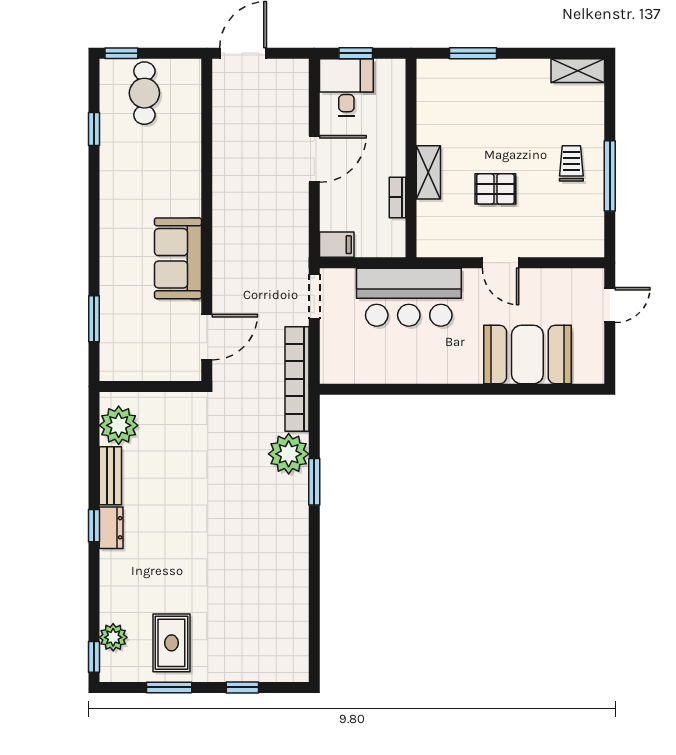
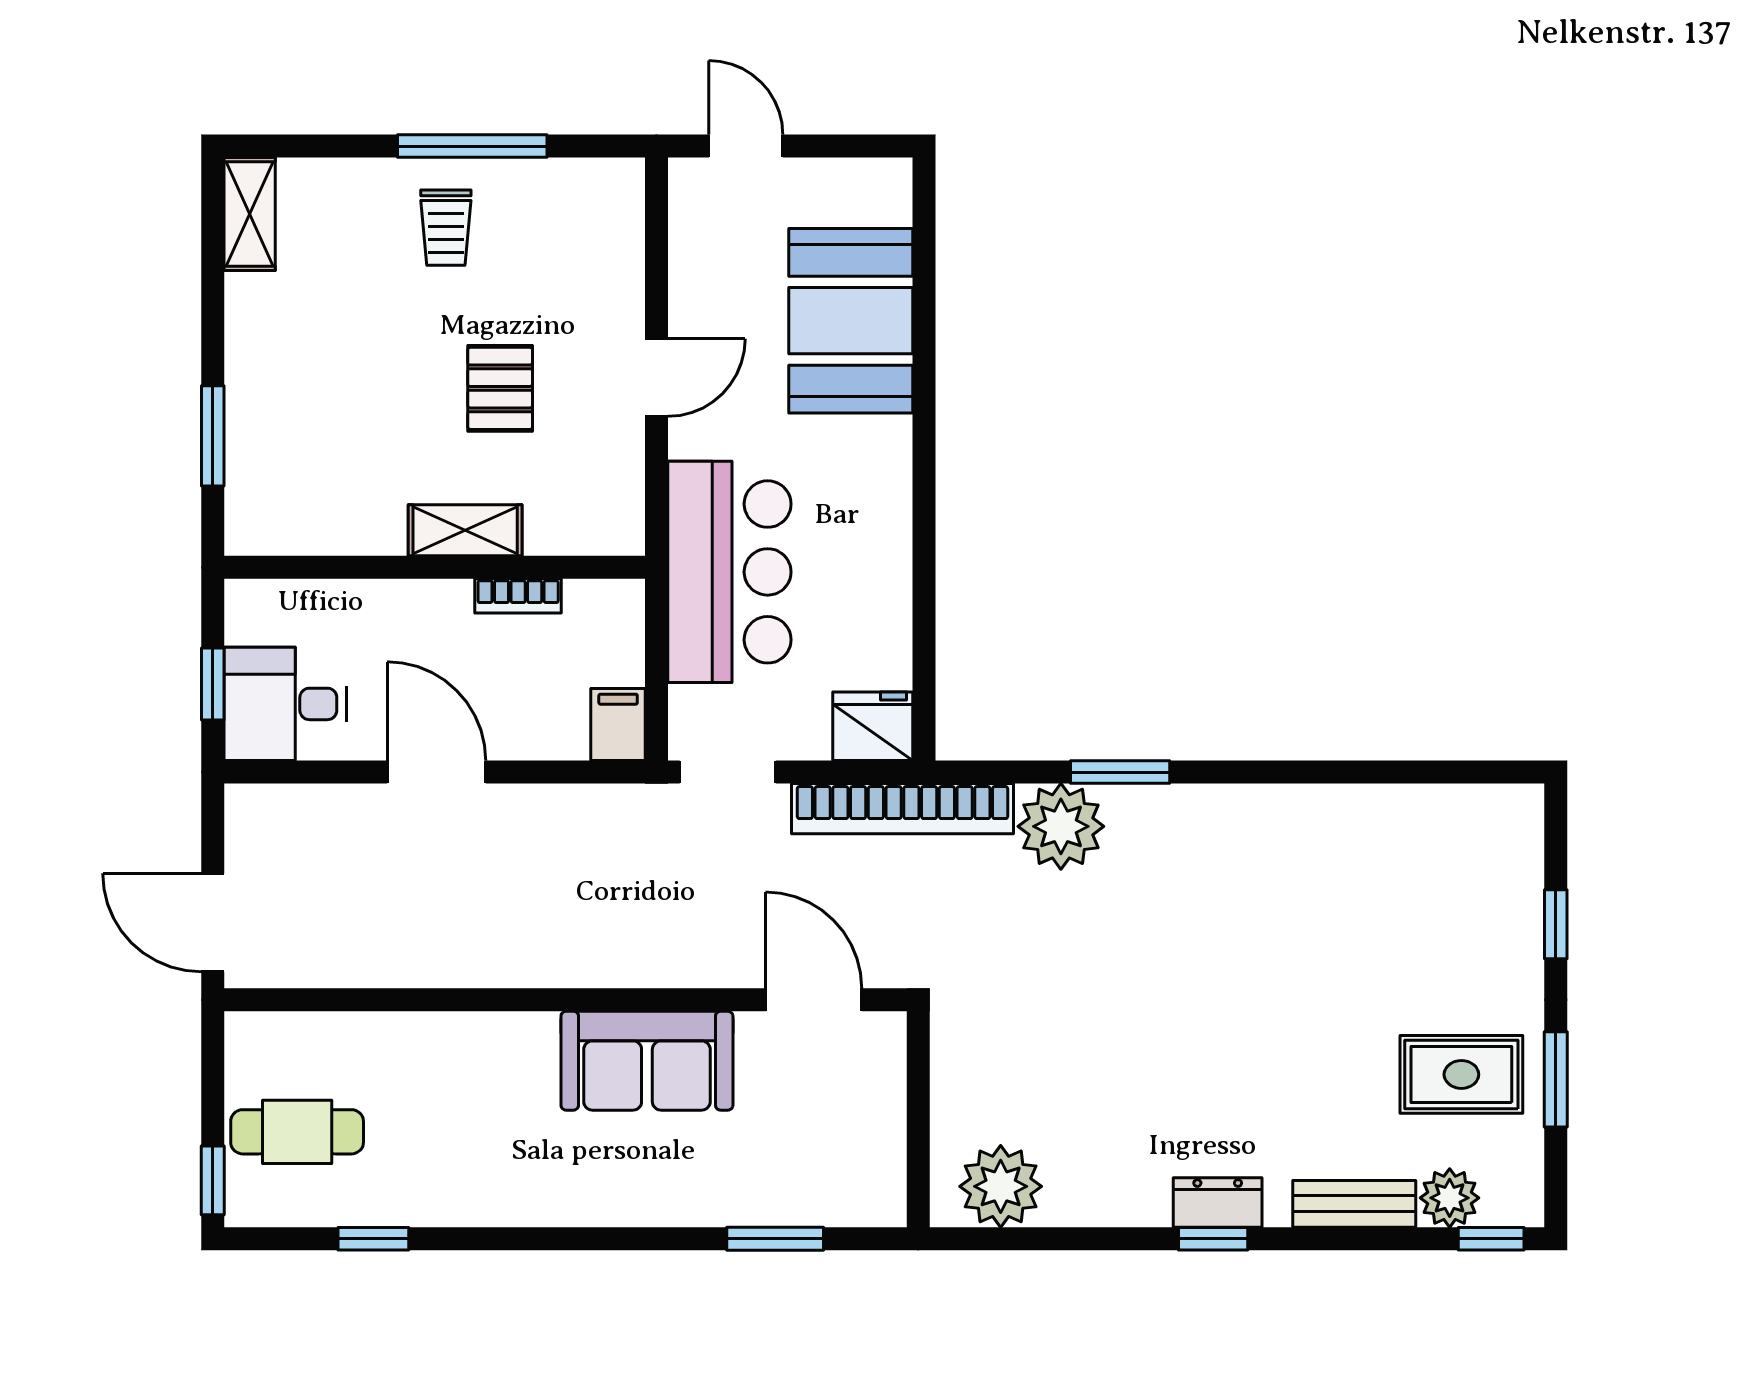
trolley: (571, 163) -> (446, 228), turned -90
fridge: (336, 365) -> (873, 726), added
bench: (110, 476) -> (1354, 1204), moved

